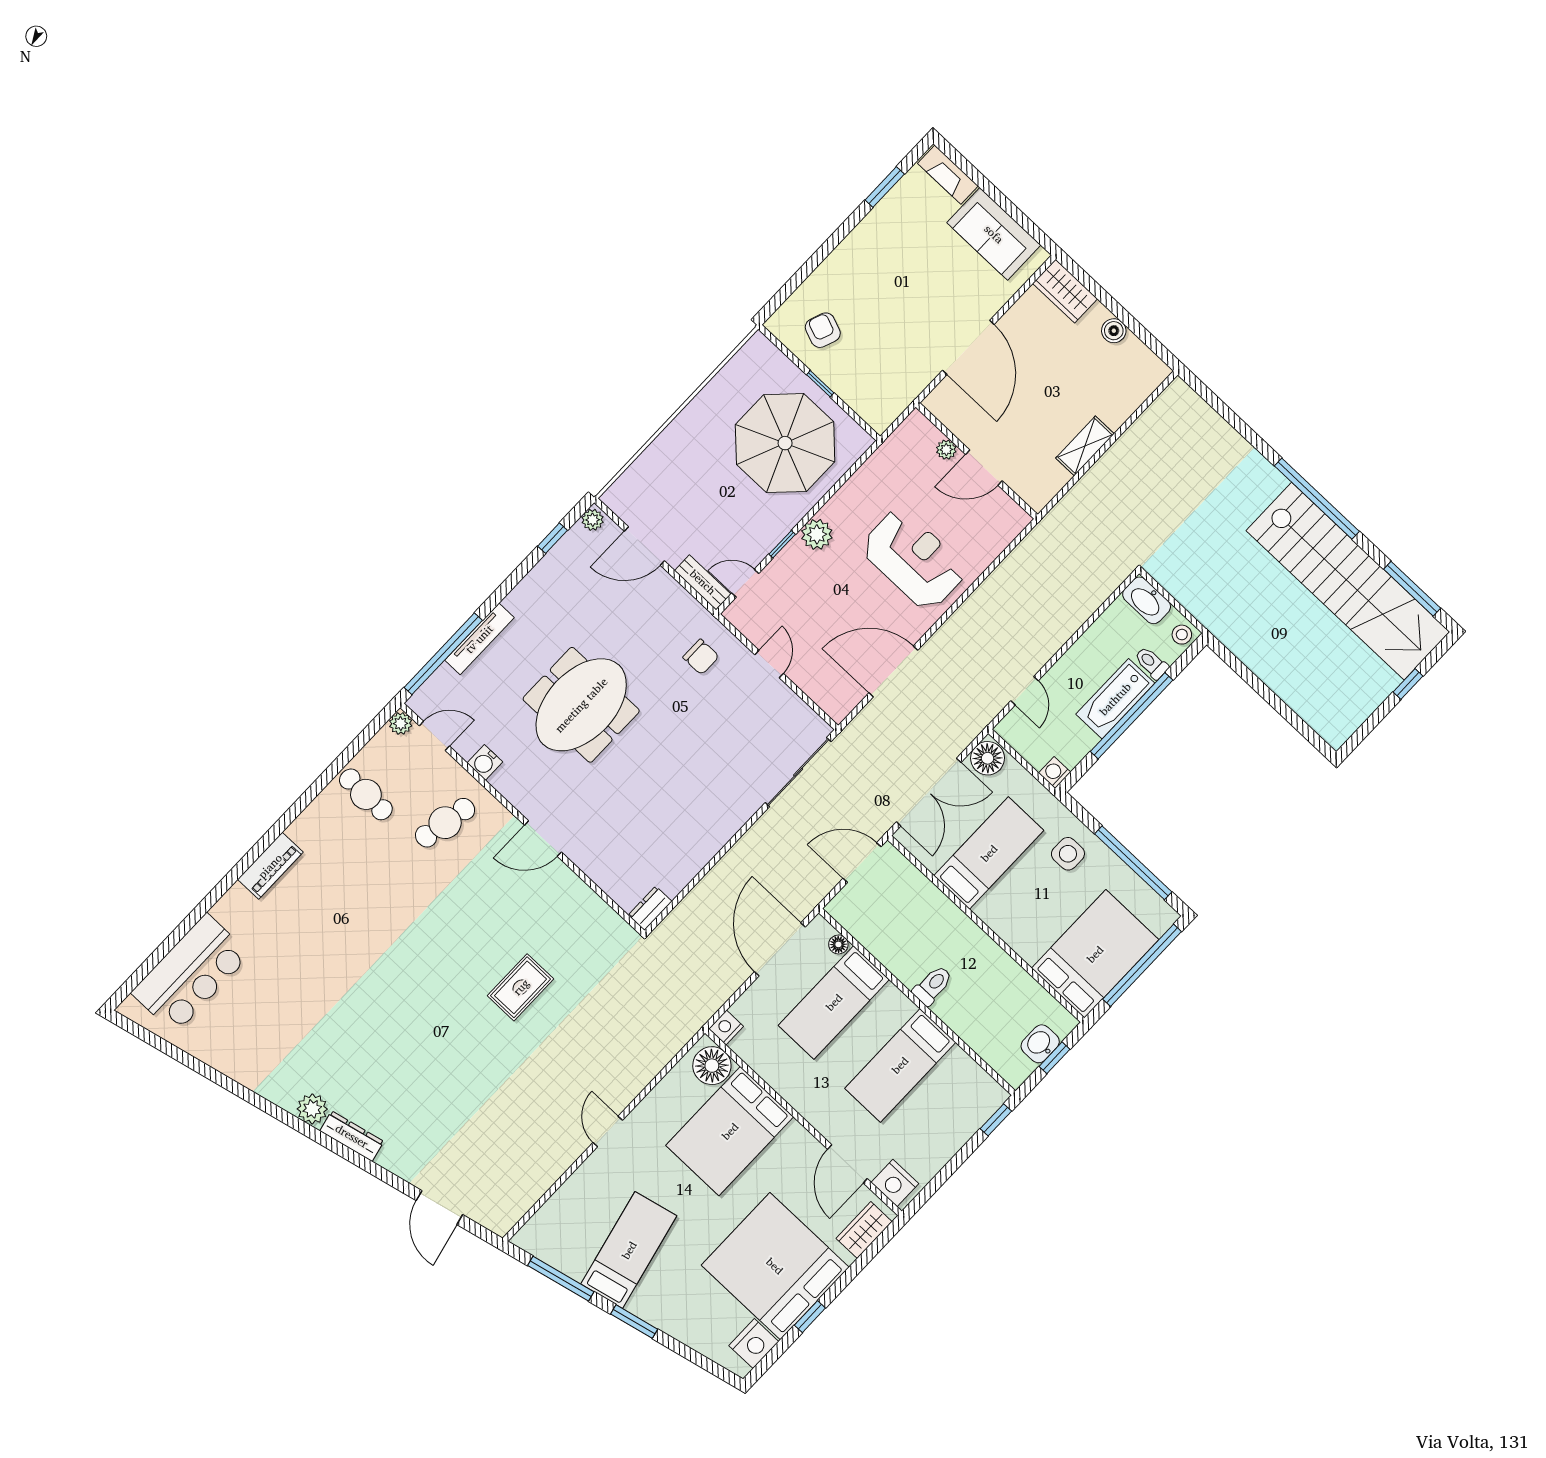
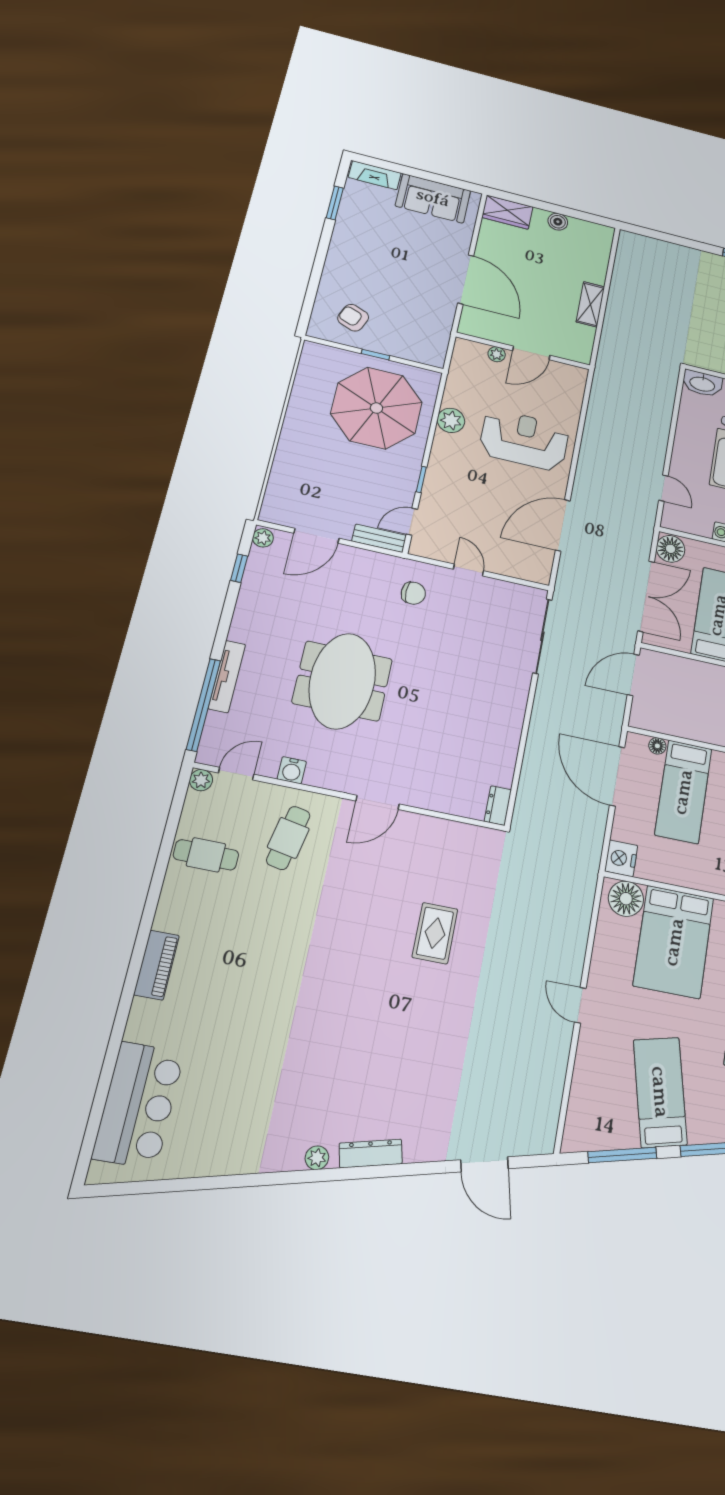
plant: (817, 534) -> (451, 420), moved
nightstand: (726, 1028) -> (621, 858), width x1.36, depth x1.33
plant: (312, 1109) -> (317, 1158), width x0.73, depth x0.73

